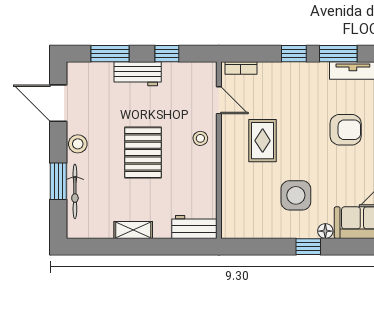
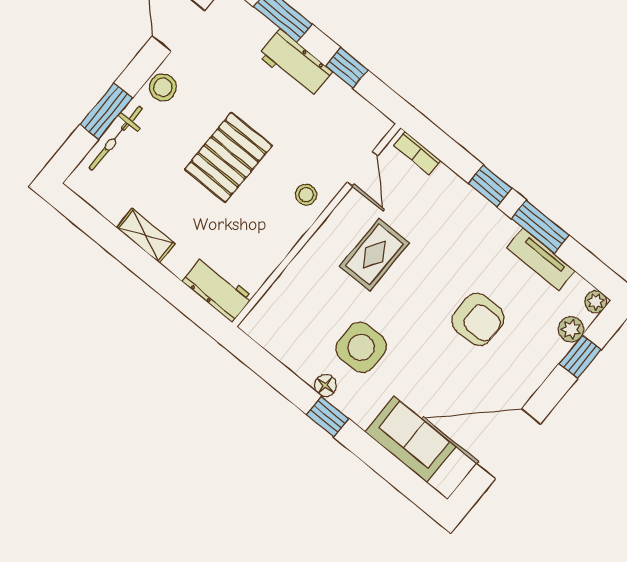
floor lamp: (325, 231) -> (325, 385), moved

